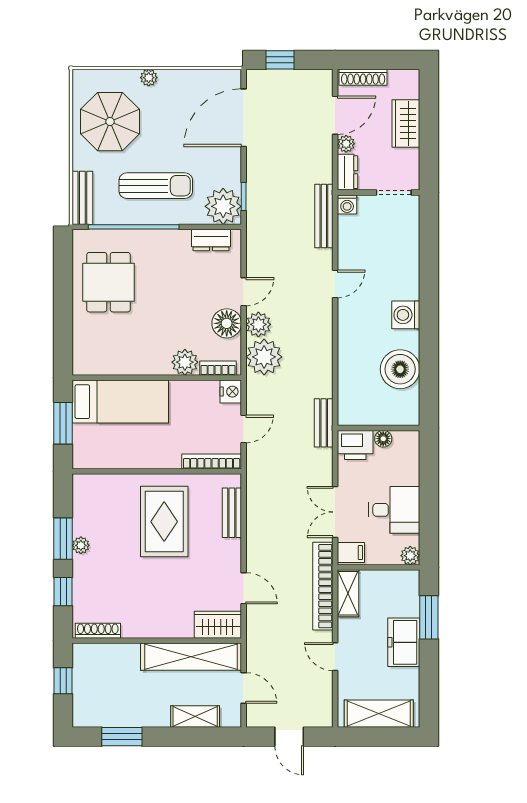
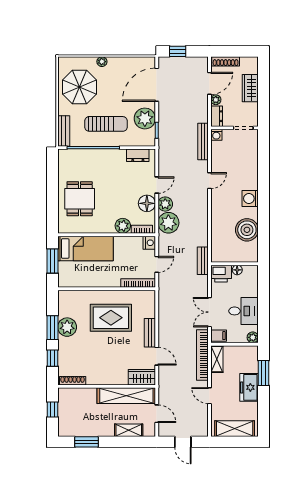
plant: (223, 206) -> (145, 118), moved
dining table: (108, 282) -> (80, 199), moved
bench: (232, 513) -> (150, 333), moved
rug: (164, 522) -> (111, 318), turned 90
plant: (81, 545) -> (67, 327), width x1.88, depth x1.88

